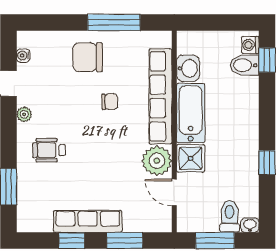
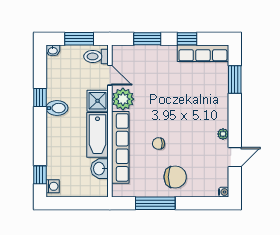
water cooler: (23, 56) -> (224, 192), moved
bidet: (244, 65) -> (57, 108), moved
wheelchair: (49, 150) -> (204, 107), removed
toilet: (230, 216) -> (96, 56), moved, turned 90
row of seats: (88, 221) -> (203, 53), moved

